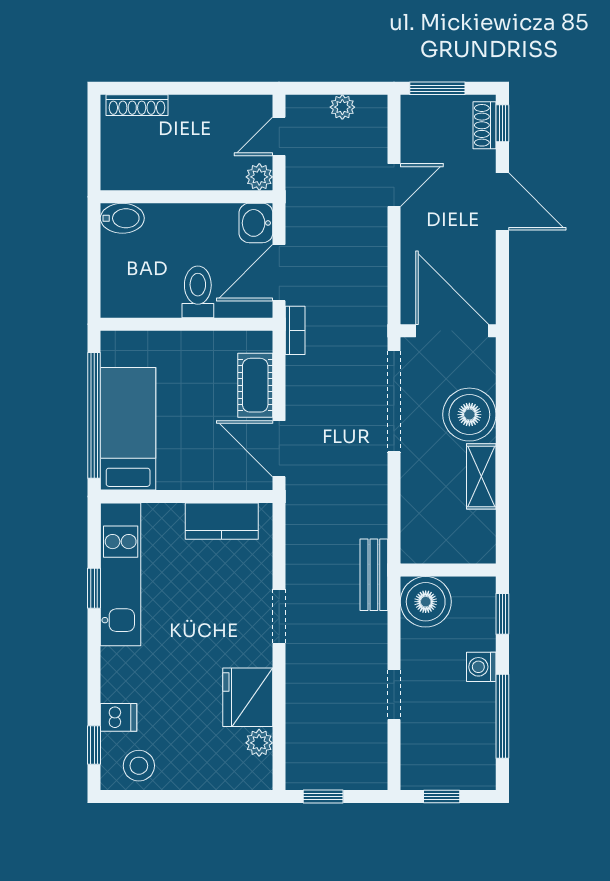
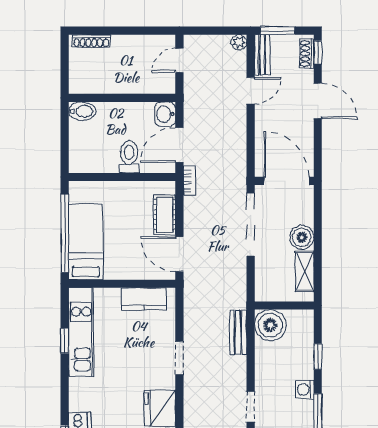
plant: (342, 107) -> (239, 42), moved
bench: (413, 127) -> (262, 55), added
plant: (259, 177) -> (167, 86), removed
boiler: (469, 415) -> (302, 237), width x0.73, depth x0.73
wall: (448, 570) -> (284, 306), moved
boiler: (426, 602) -> (270, 325), moved

